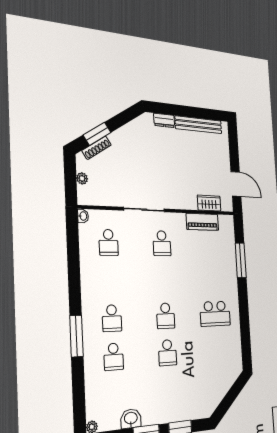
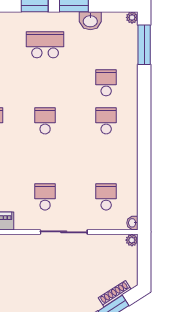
plant: (82, 178) -> (132, 240), moved
window: (77, 336) -> (144, 45), moved
school desk: (168, 353) -> (45, 45), moved, width x1.85

